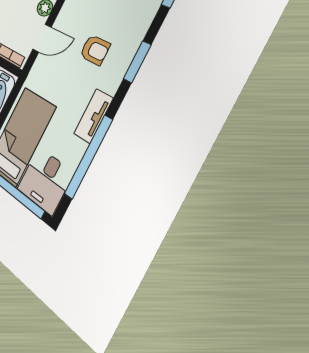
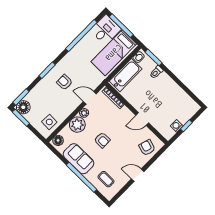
tv unit: (93, 116) -> (74, 53), removed

